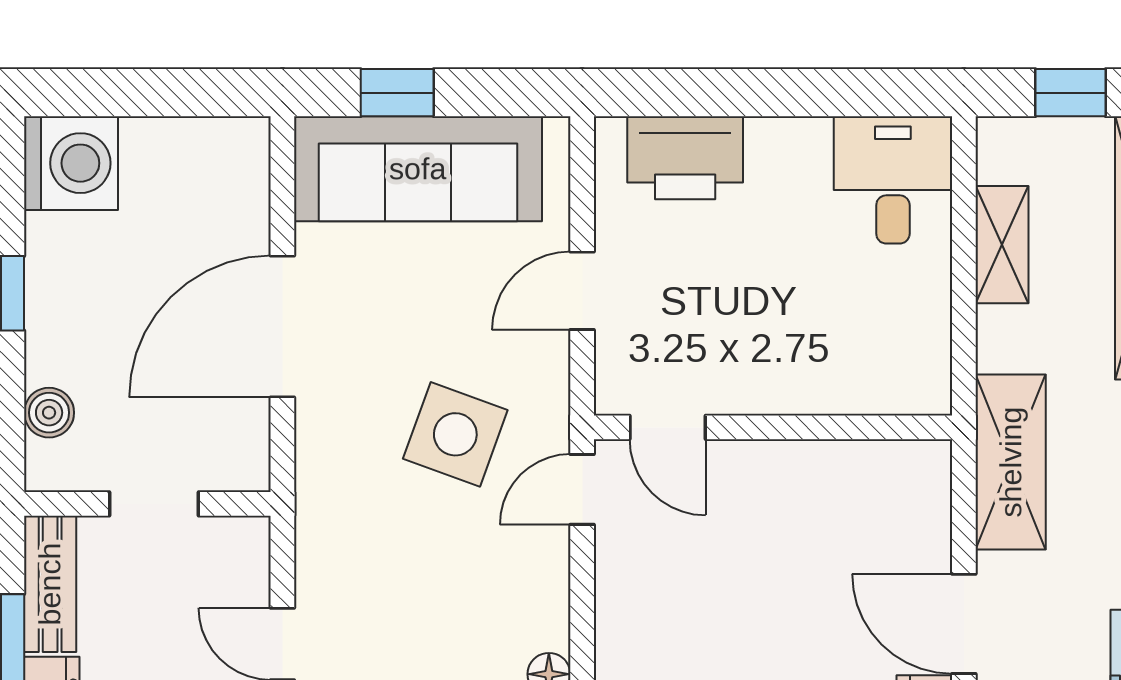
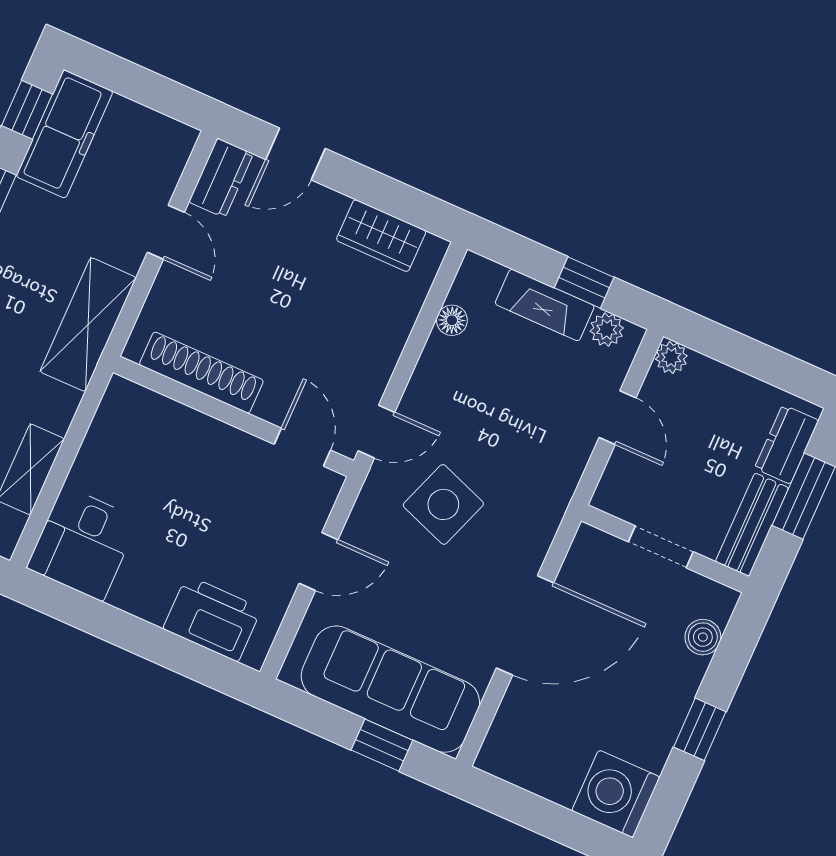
shoe rack: (839, 465) -> (201, 373), added
door: (964, 624) -> (166, 232), width x0.73

